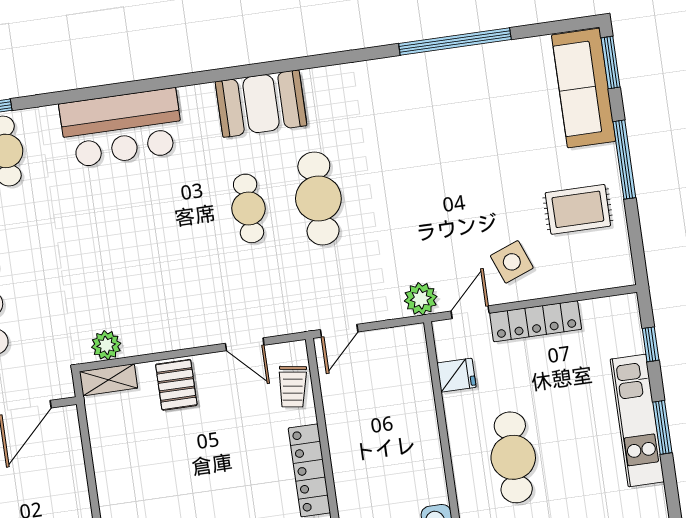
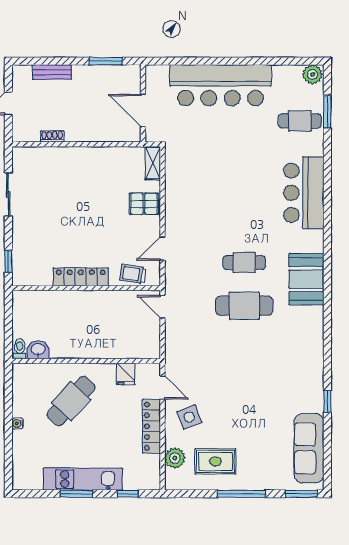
window: (455, 41) -> (327, 402), width x0.32
sofa: (584, 88) -> (309, 448), moved, turned -90
rug: (578, 209) -> (215, 461), turned 90
plant: (421, 299) -> (175, 458), moved
plant: (106, 345) -> (174, 165), removed
cafe table: (513, 457) -> (71, 401), turned -49

